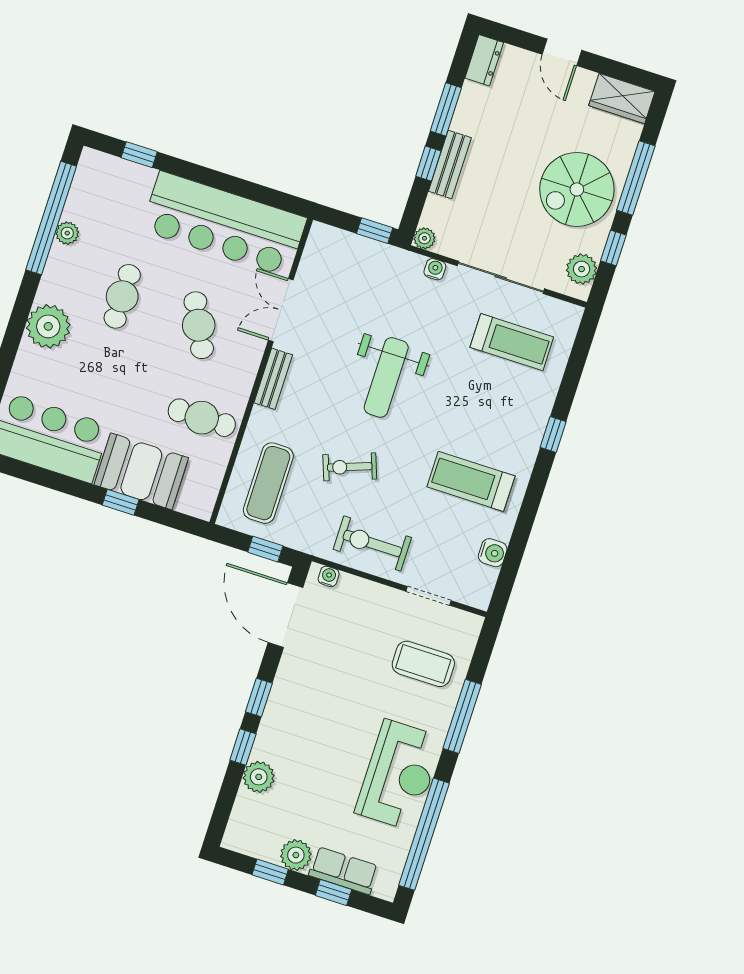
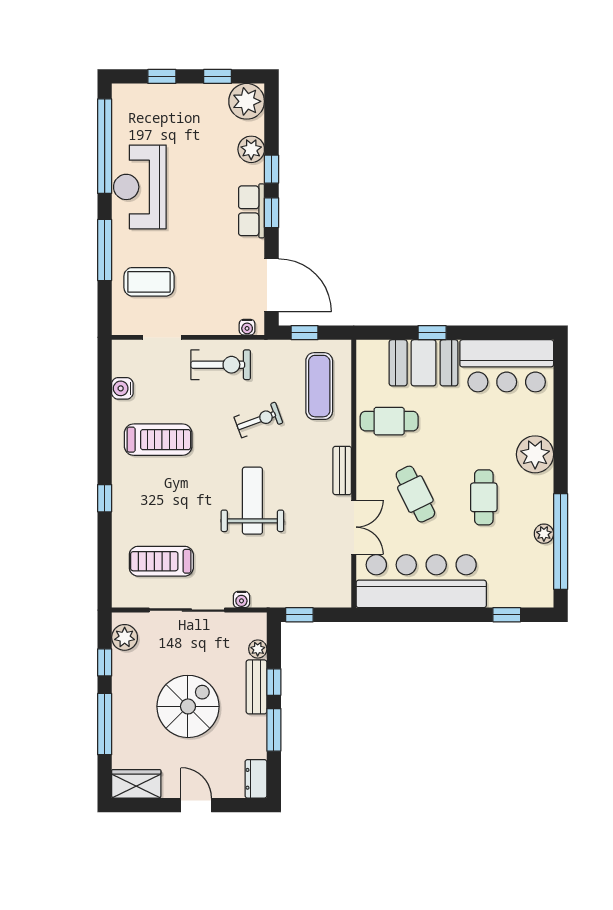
spiral stairs: (577, 189) -> (188, 706), moved
plant: (424, 238) -> (258, 649), moved
plant: (296, 855) -> (247, 101), moved, width x1.36, depth x1.36
row of seats: (344, 871) -> (252, 211), moved, turned 90

